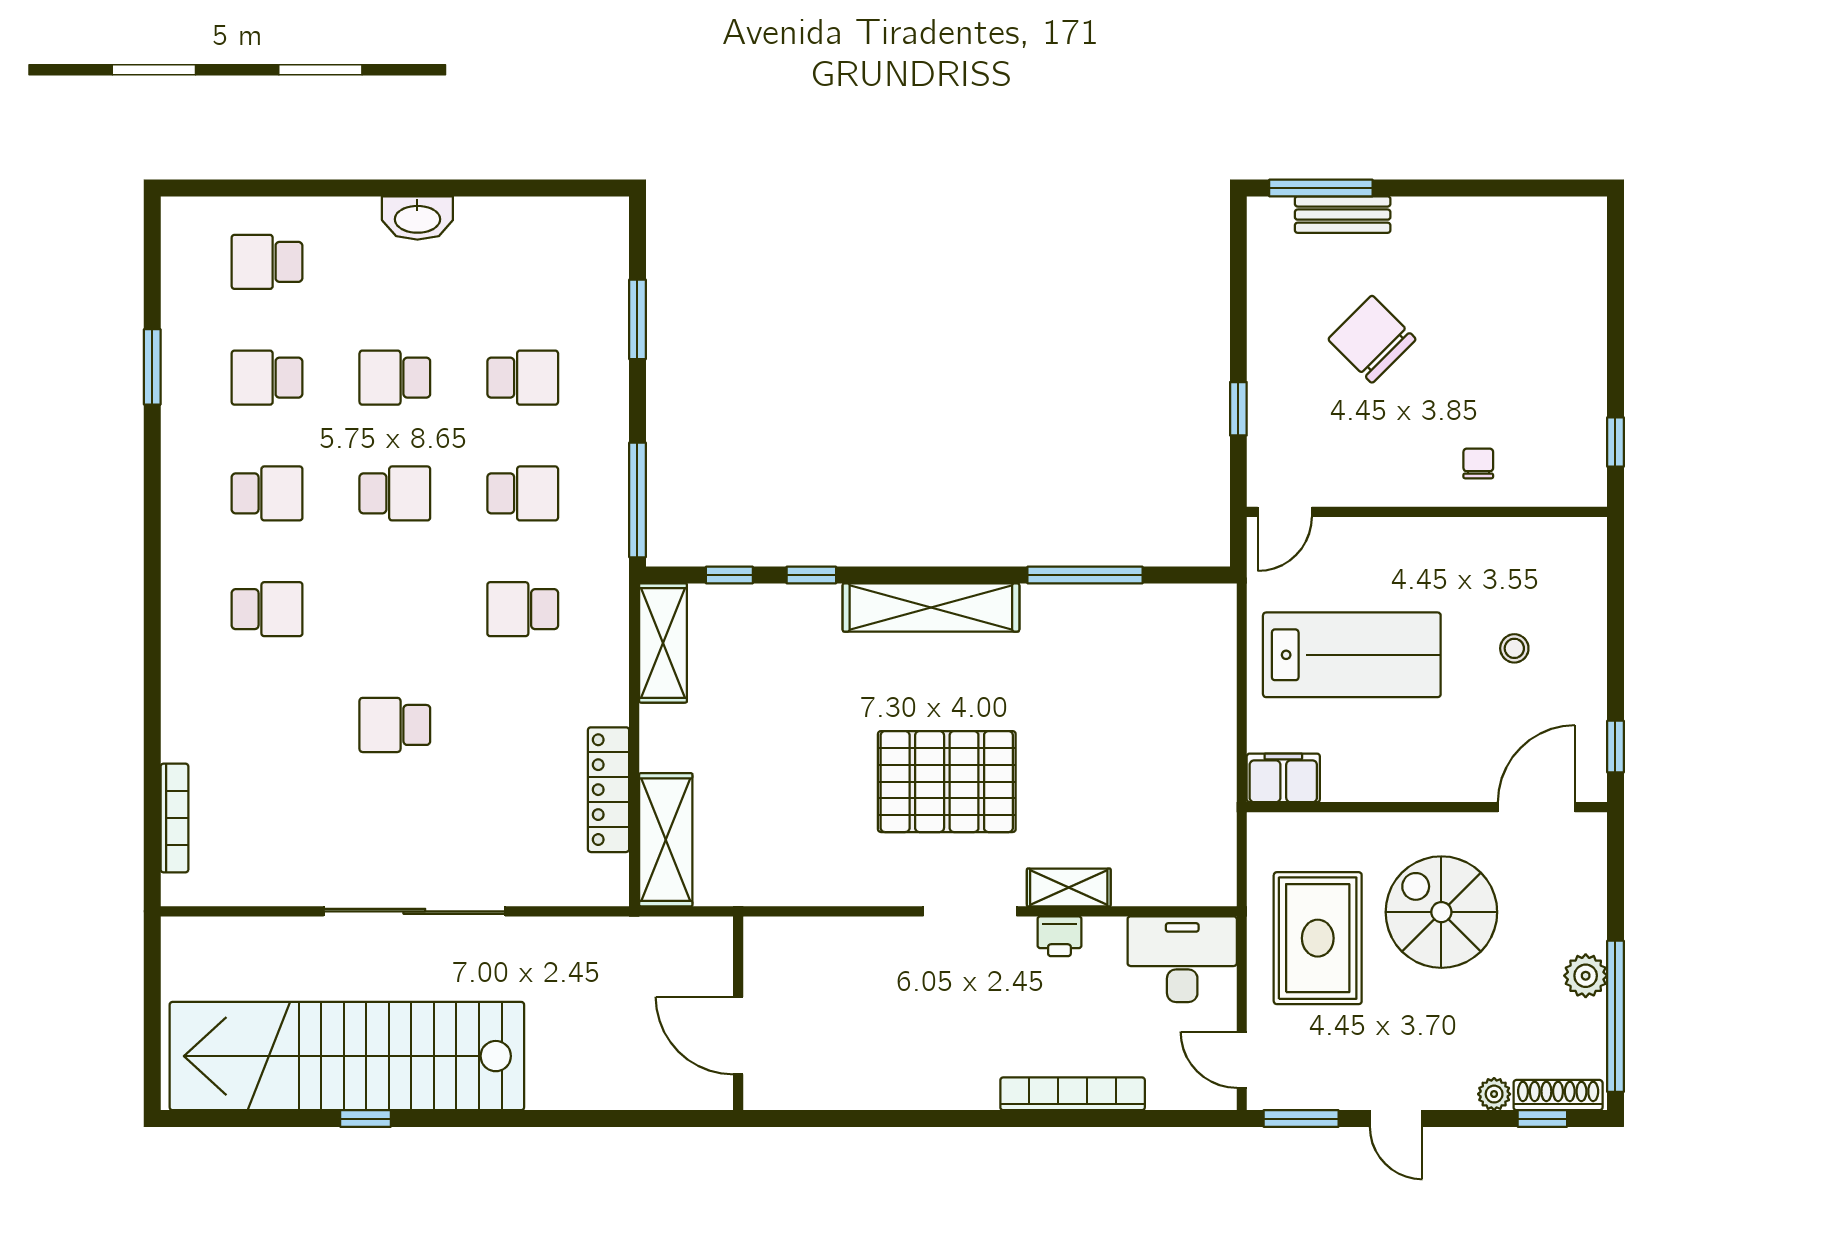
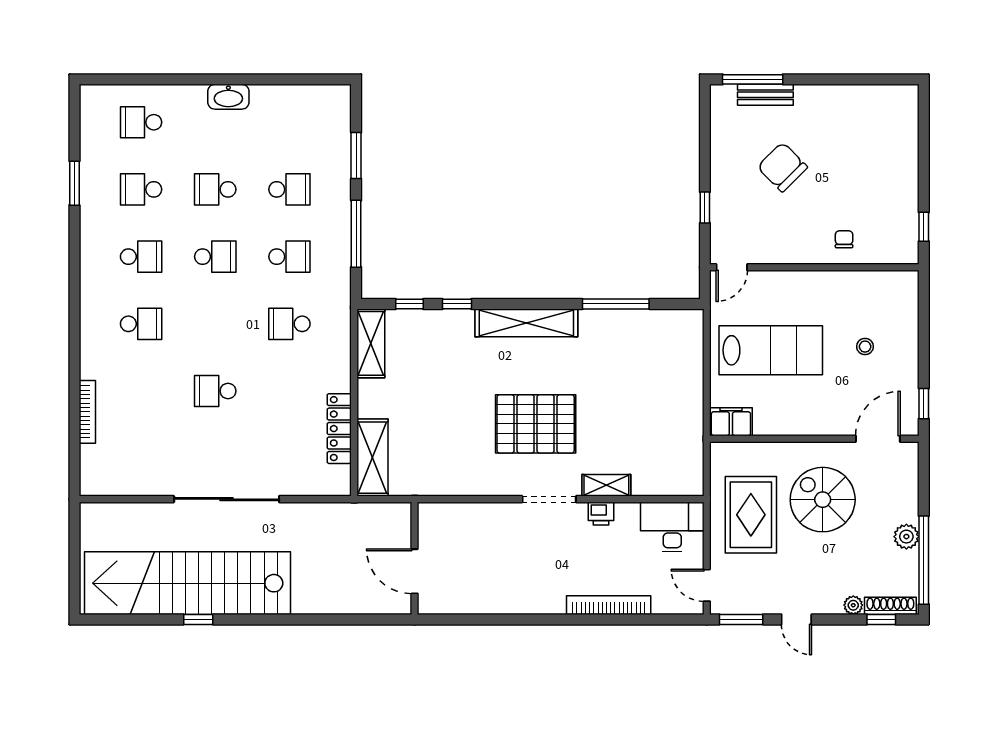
window: (637, 500) -> (356, 234), moved
bookcase: (174, 818) -> (87, 412), moved

